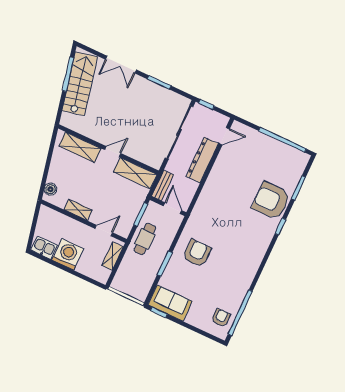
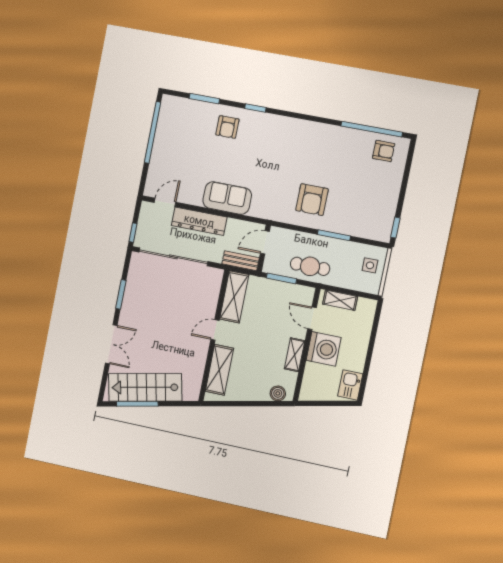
door: (224, 136) -> (165, 202), hinge flipped
door: (113, 151) -> (215, 330), hinge flipped
armchair: (271, 201) -> (227, 127), width x0.53, depth x0.53
armchair: (197, 253) -> (312, 200), turned -90
washing machine: (68, 254) -> (324, 349), moved, turned 180
side table: (134, 286) -> (370, 265), added
sofa: (170, 303) -> (227, 198), moved, turned 90
armchair: (221, 318) -> (384, 151), turned 180

